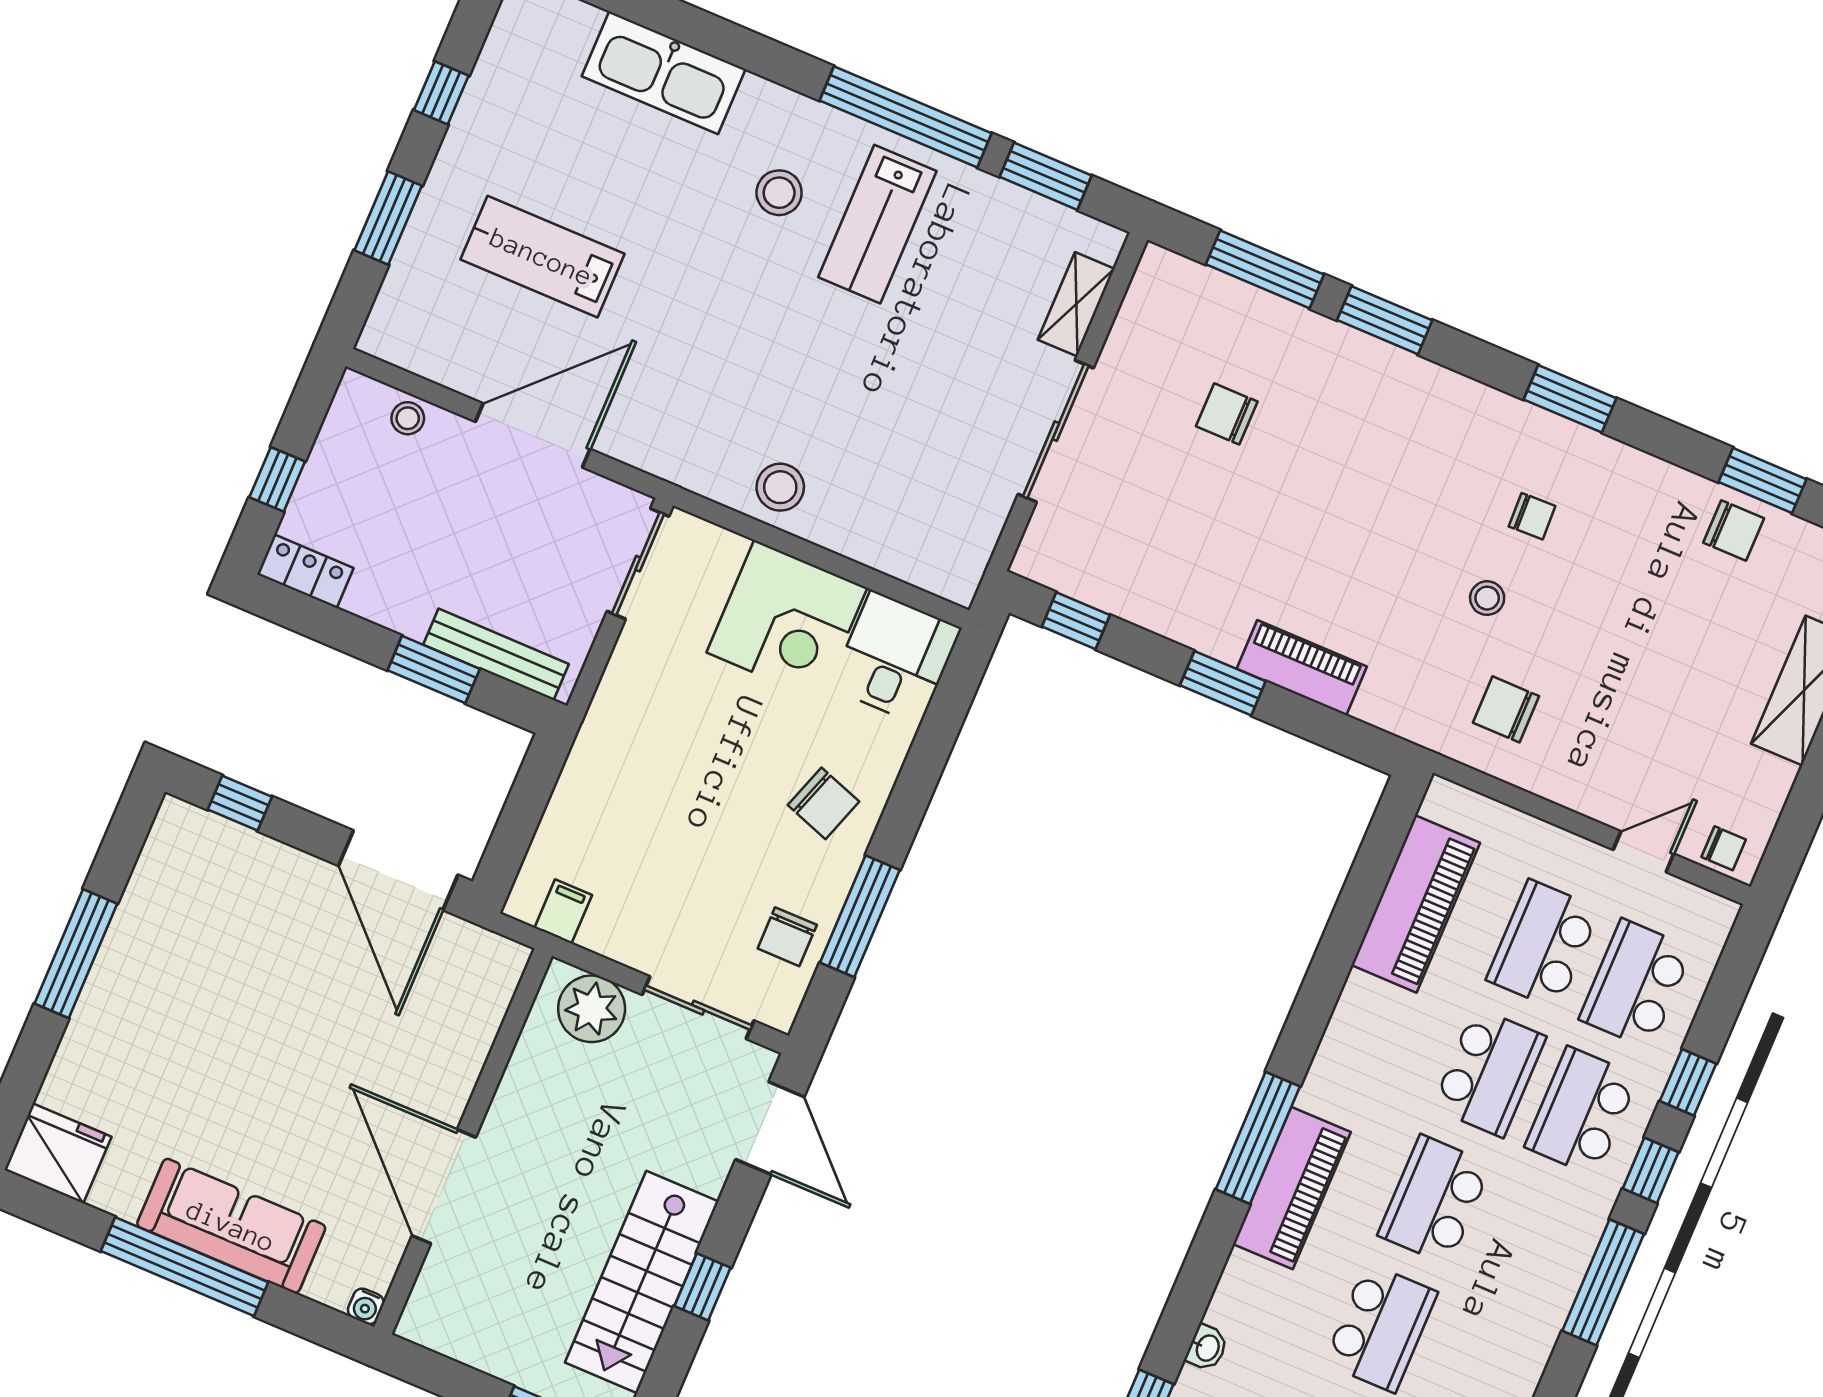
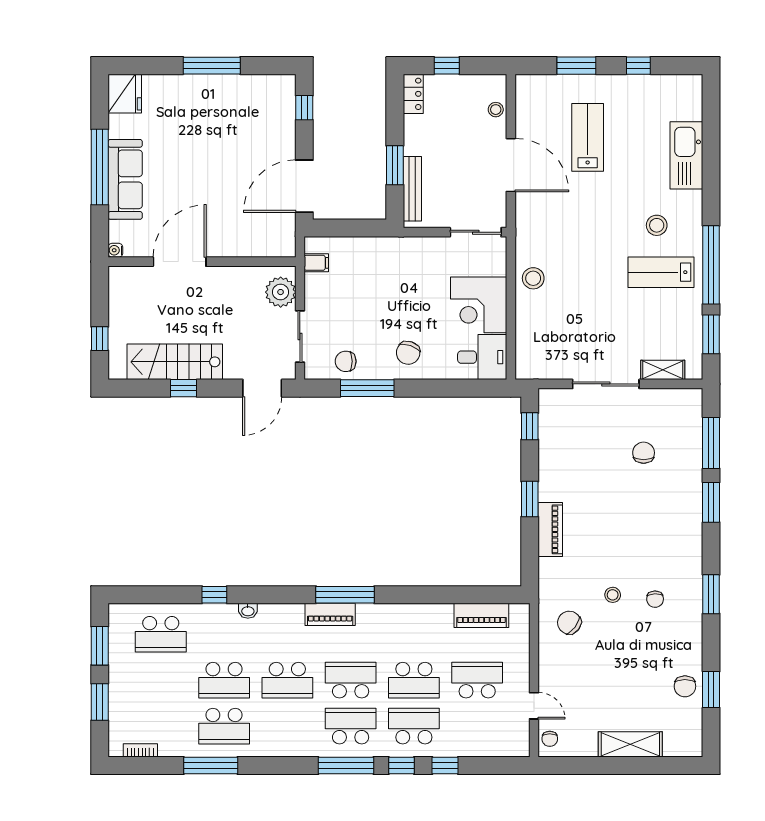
chair: (1506, 709) -> (569, 623), turned -53
piano: (1416, 904) -> (481, 615), width x0.73, depth x0.75
school desk: (1636, 984) -> (351, 726), moved
piano: (1292, 1188) -> (330, 614), width x0.73, depth x0.75

